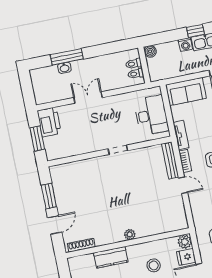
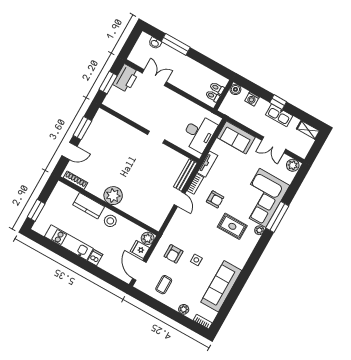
washing machine: (185, 44) -> (252, 99), moved
washbasin: (64, 68) -> (155, 43), moved
double door: (88, 98) -> (154, 78), moved
plant: (130, 234) -> (113, 196), width x1.88, depth x1.88
stool: (154, 265) -> (110, 221), moved

